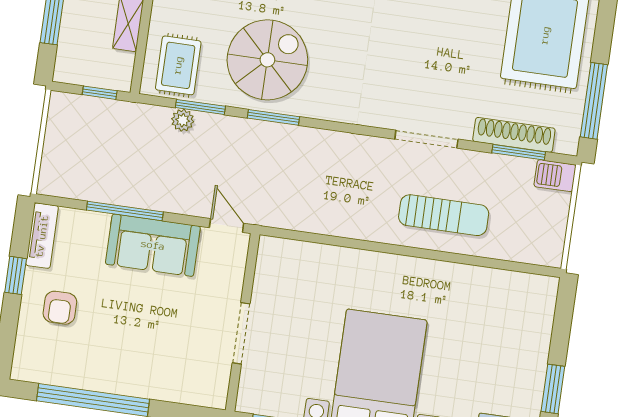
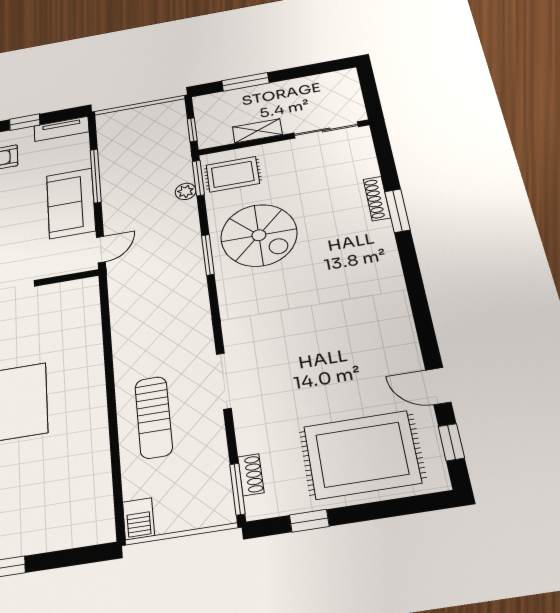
window: (594, 101) -> (309, 521), width x0.46
window: (200, 107) -> (198, 178), moved
shoe rack: (514, 135) -> (251, 475), width x0.51, depth x0.81
window: (519, 152) -> (237, 489), moved
barbecue: (555, 176) -> (139, 519), moved, turned 180

